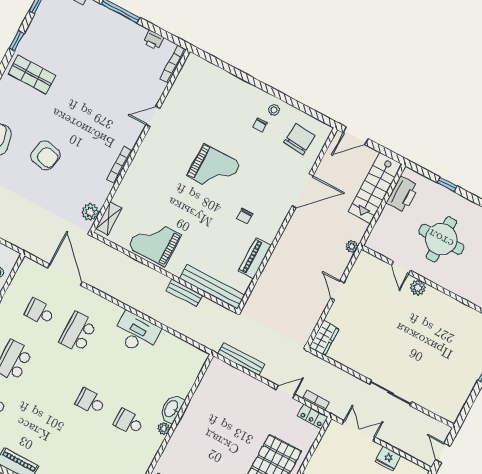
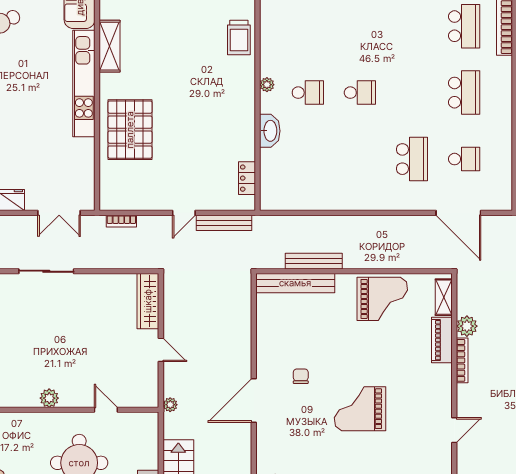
door: (302, 191) -> (254, 400), moved
plant: (90, 212) -> (467, 326), moved
piano: (255, 258) -> (442, 340), moved, turned 180
plant: (418, 288) -> (49, 398), moved
bench: (185, 293) -> (314, 261), width x1.36
desk: (136, 333) -> (350, 191), removed
wardrobe: (324, 338) -> (148, 301), width x1.50
door: (285, 392) -> (184, 213), moved
locker: (313, 416) -> (247, 178), moved, turned -90
plant: (164, 428) -> (267, 85), moved

